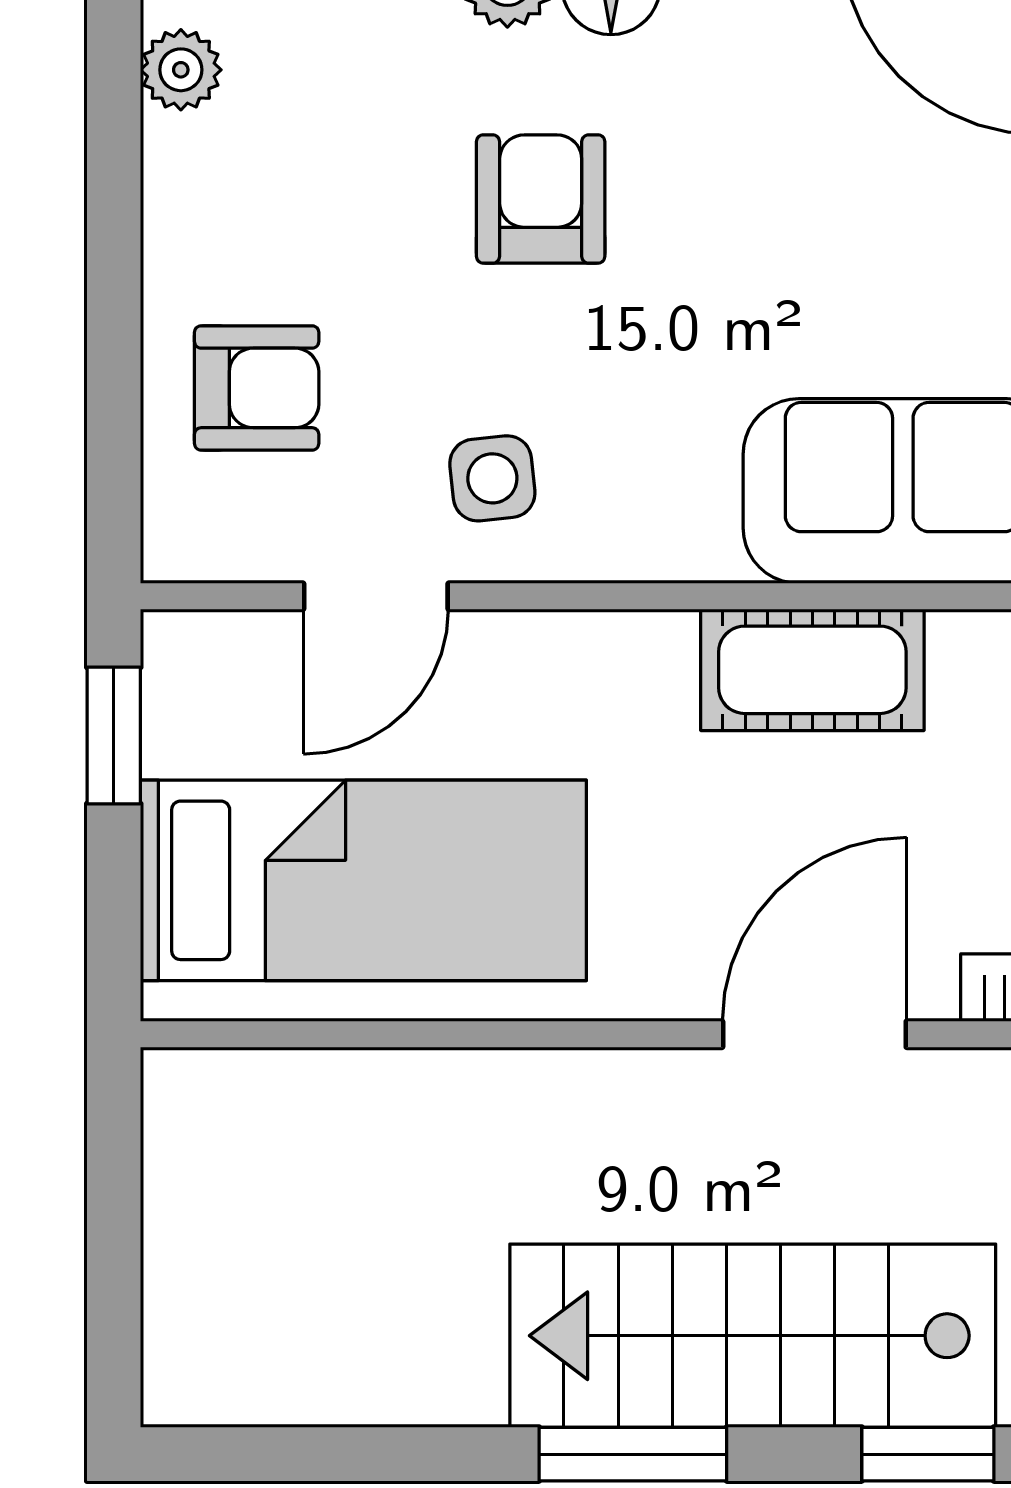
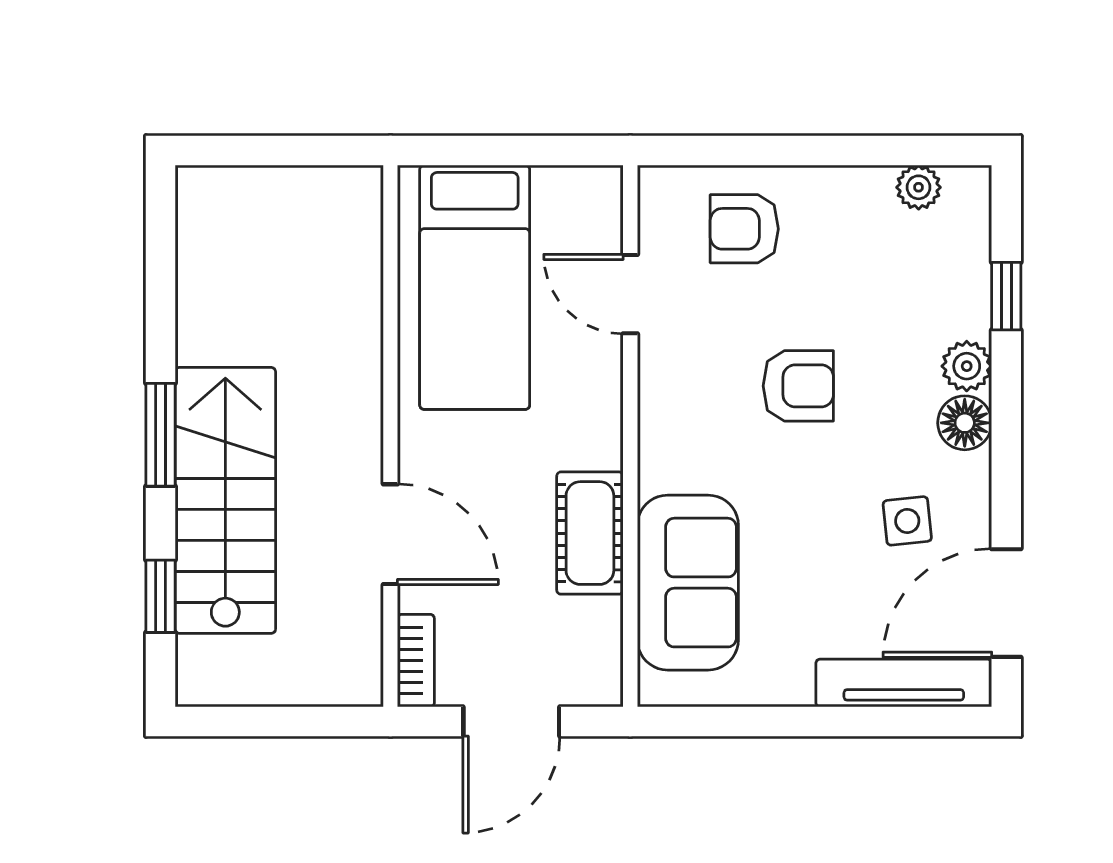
armchair: (541, 199) -> (798, 386), moved
armchair: (257, 388) -> (744, 229), turned 90
side table: (492, 478) -> (907, 521), moved
window: (114, 735) -> (554, 151), removed

